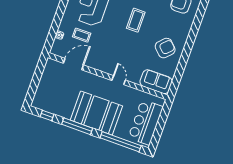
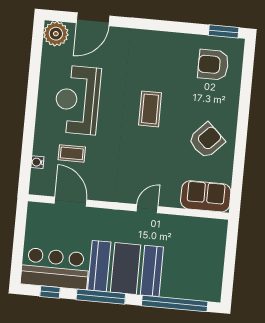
door: (73, 64) -> (71, 202), hinge flipped
door: (119, 80) -> (147, 209), hinge flipped
bar counter: (146, 122) -> (55, 269), moved, turned 90

